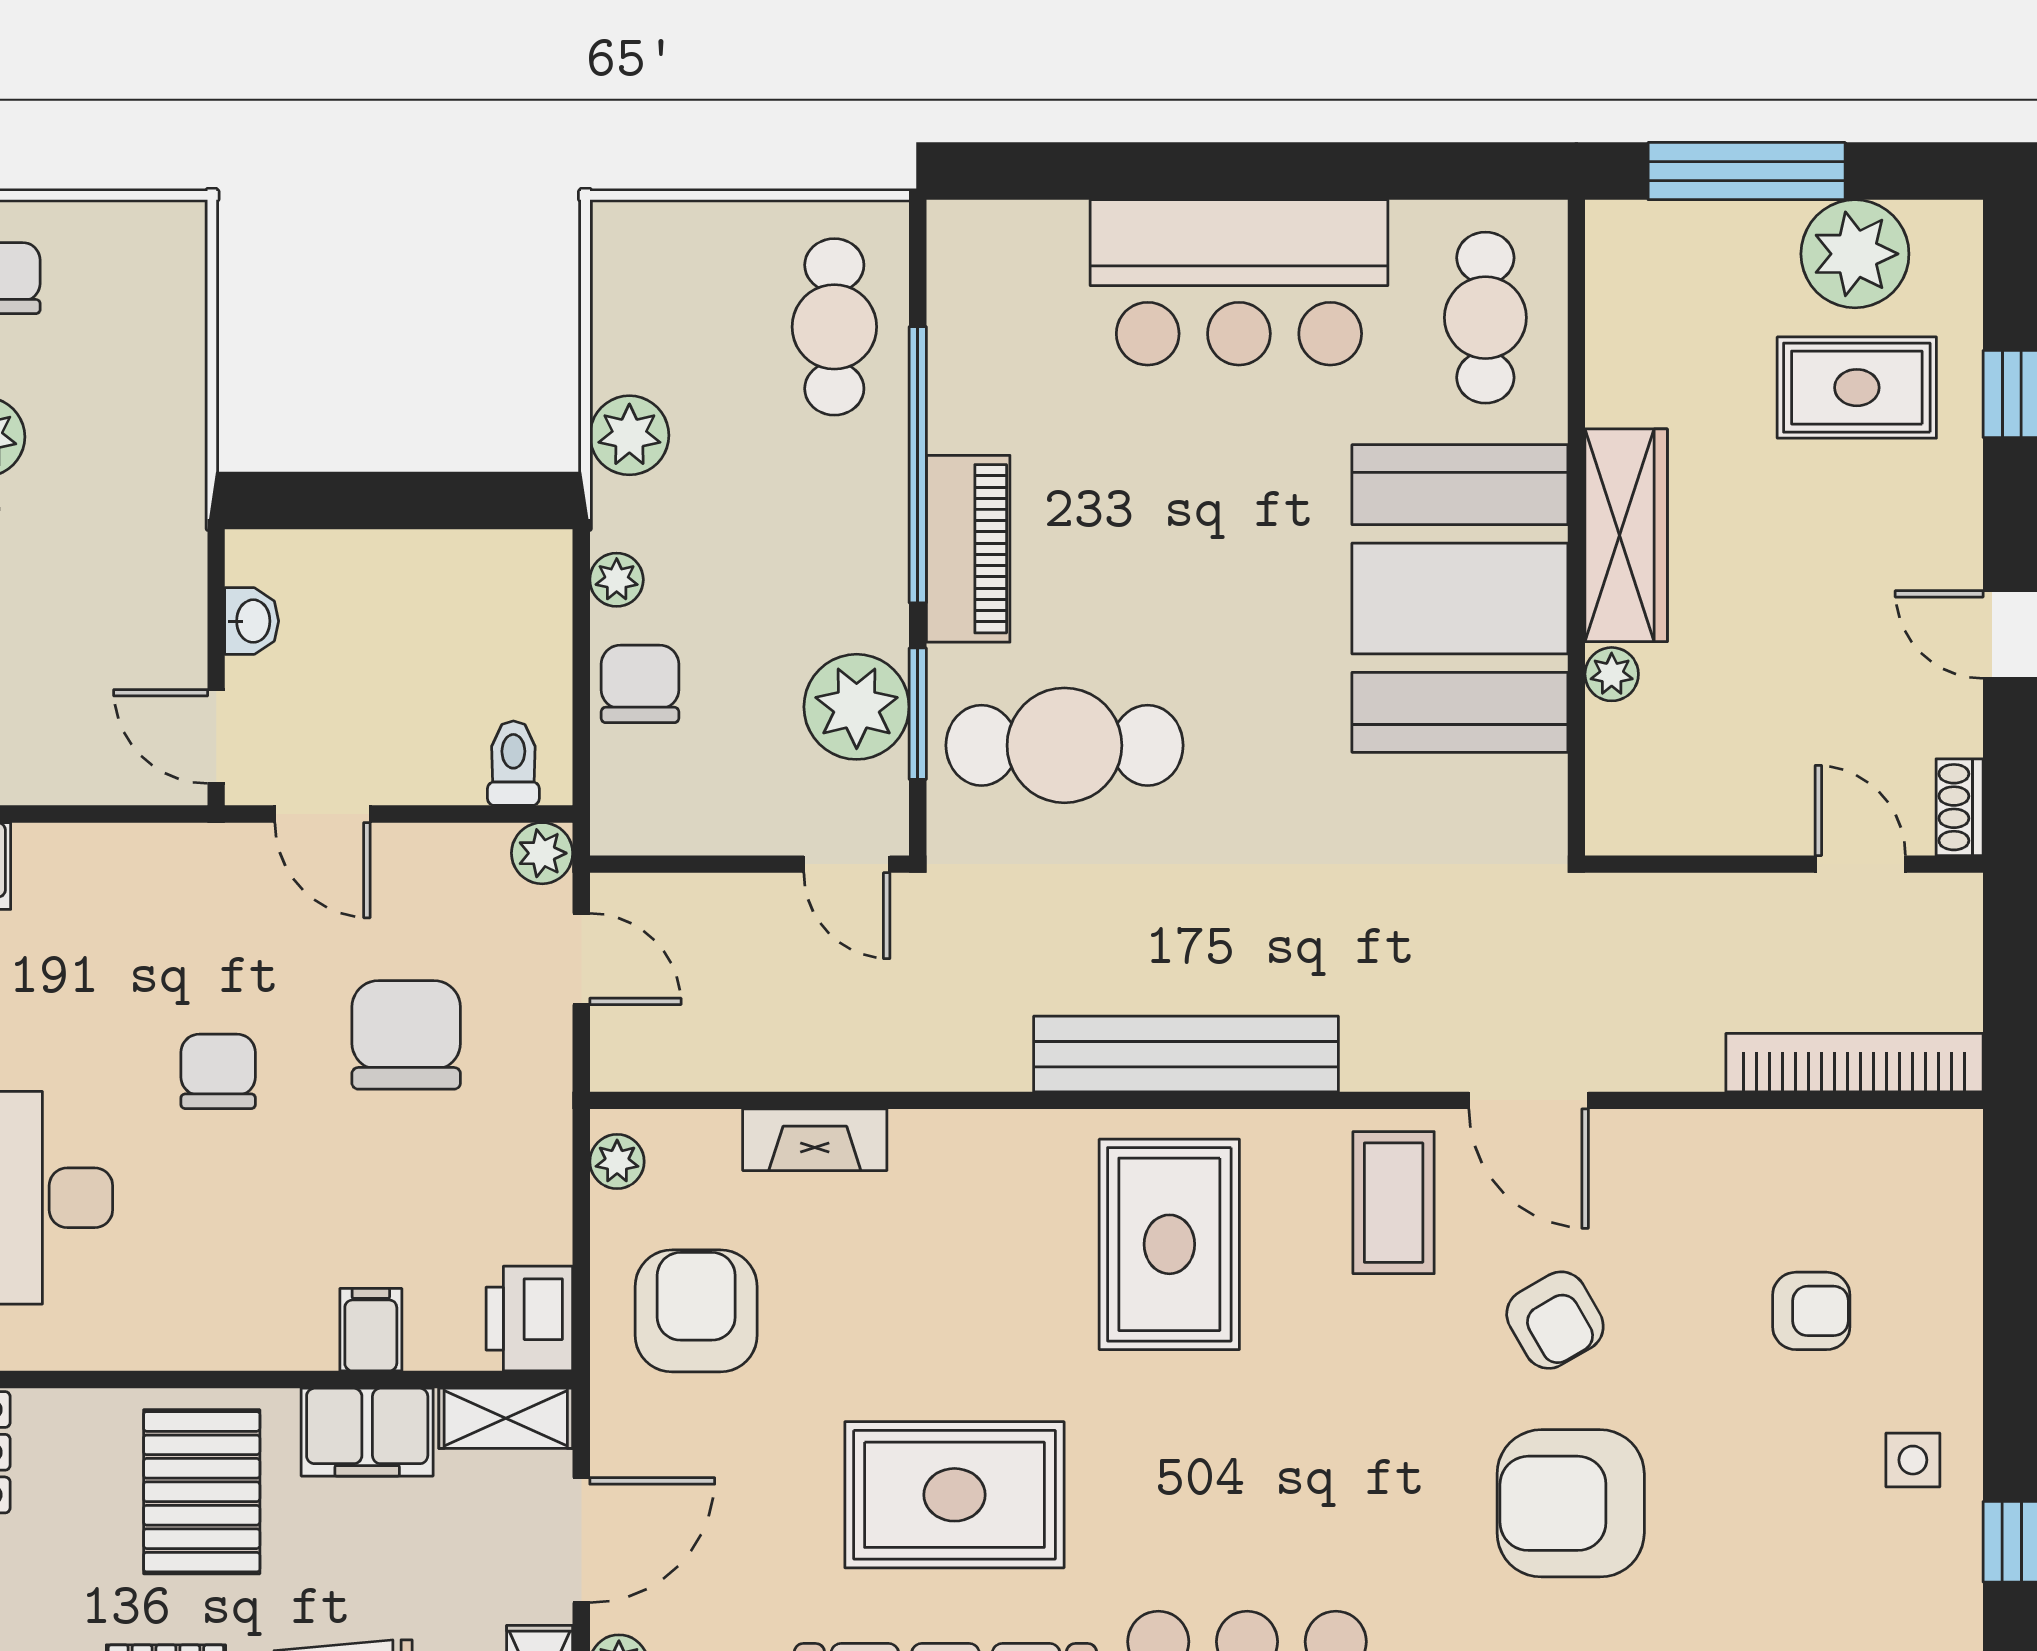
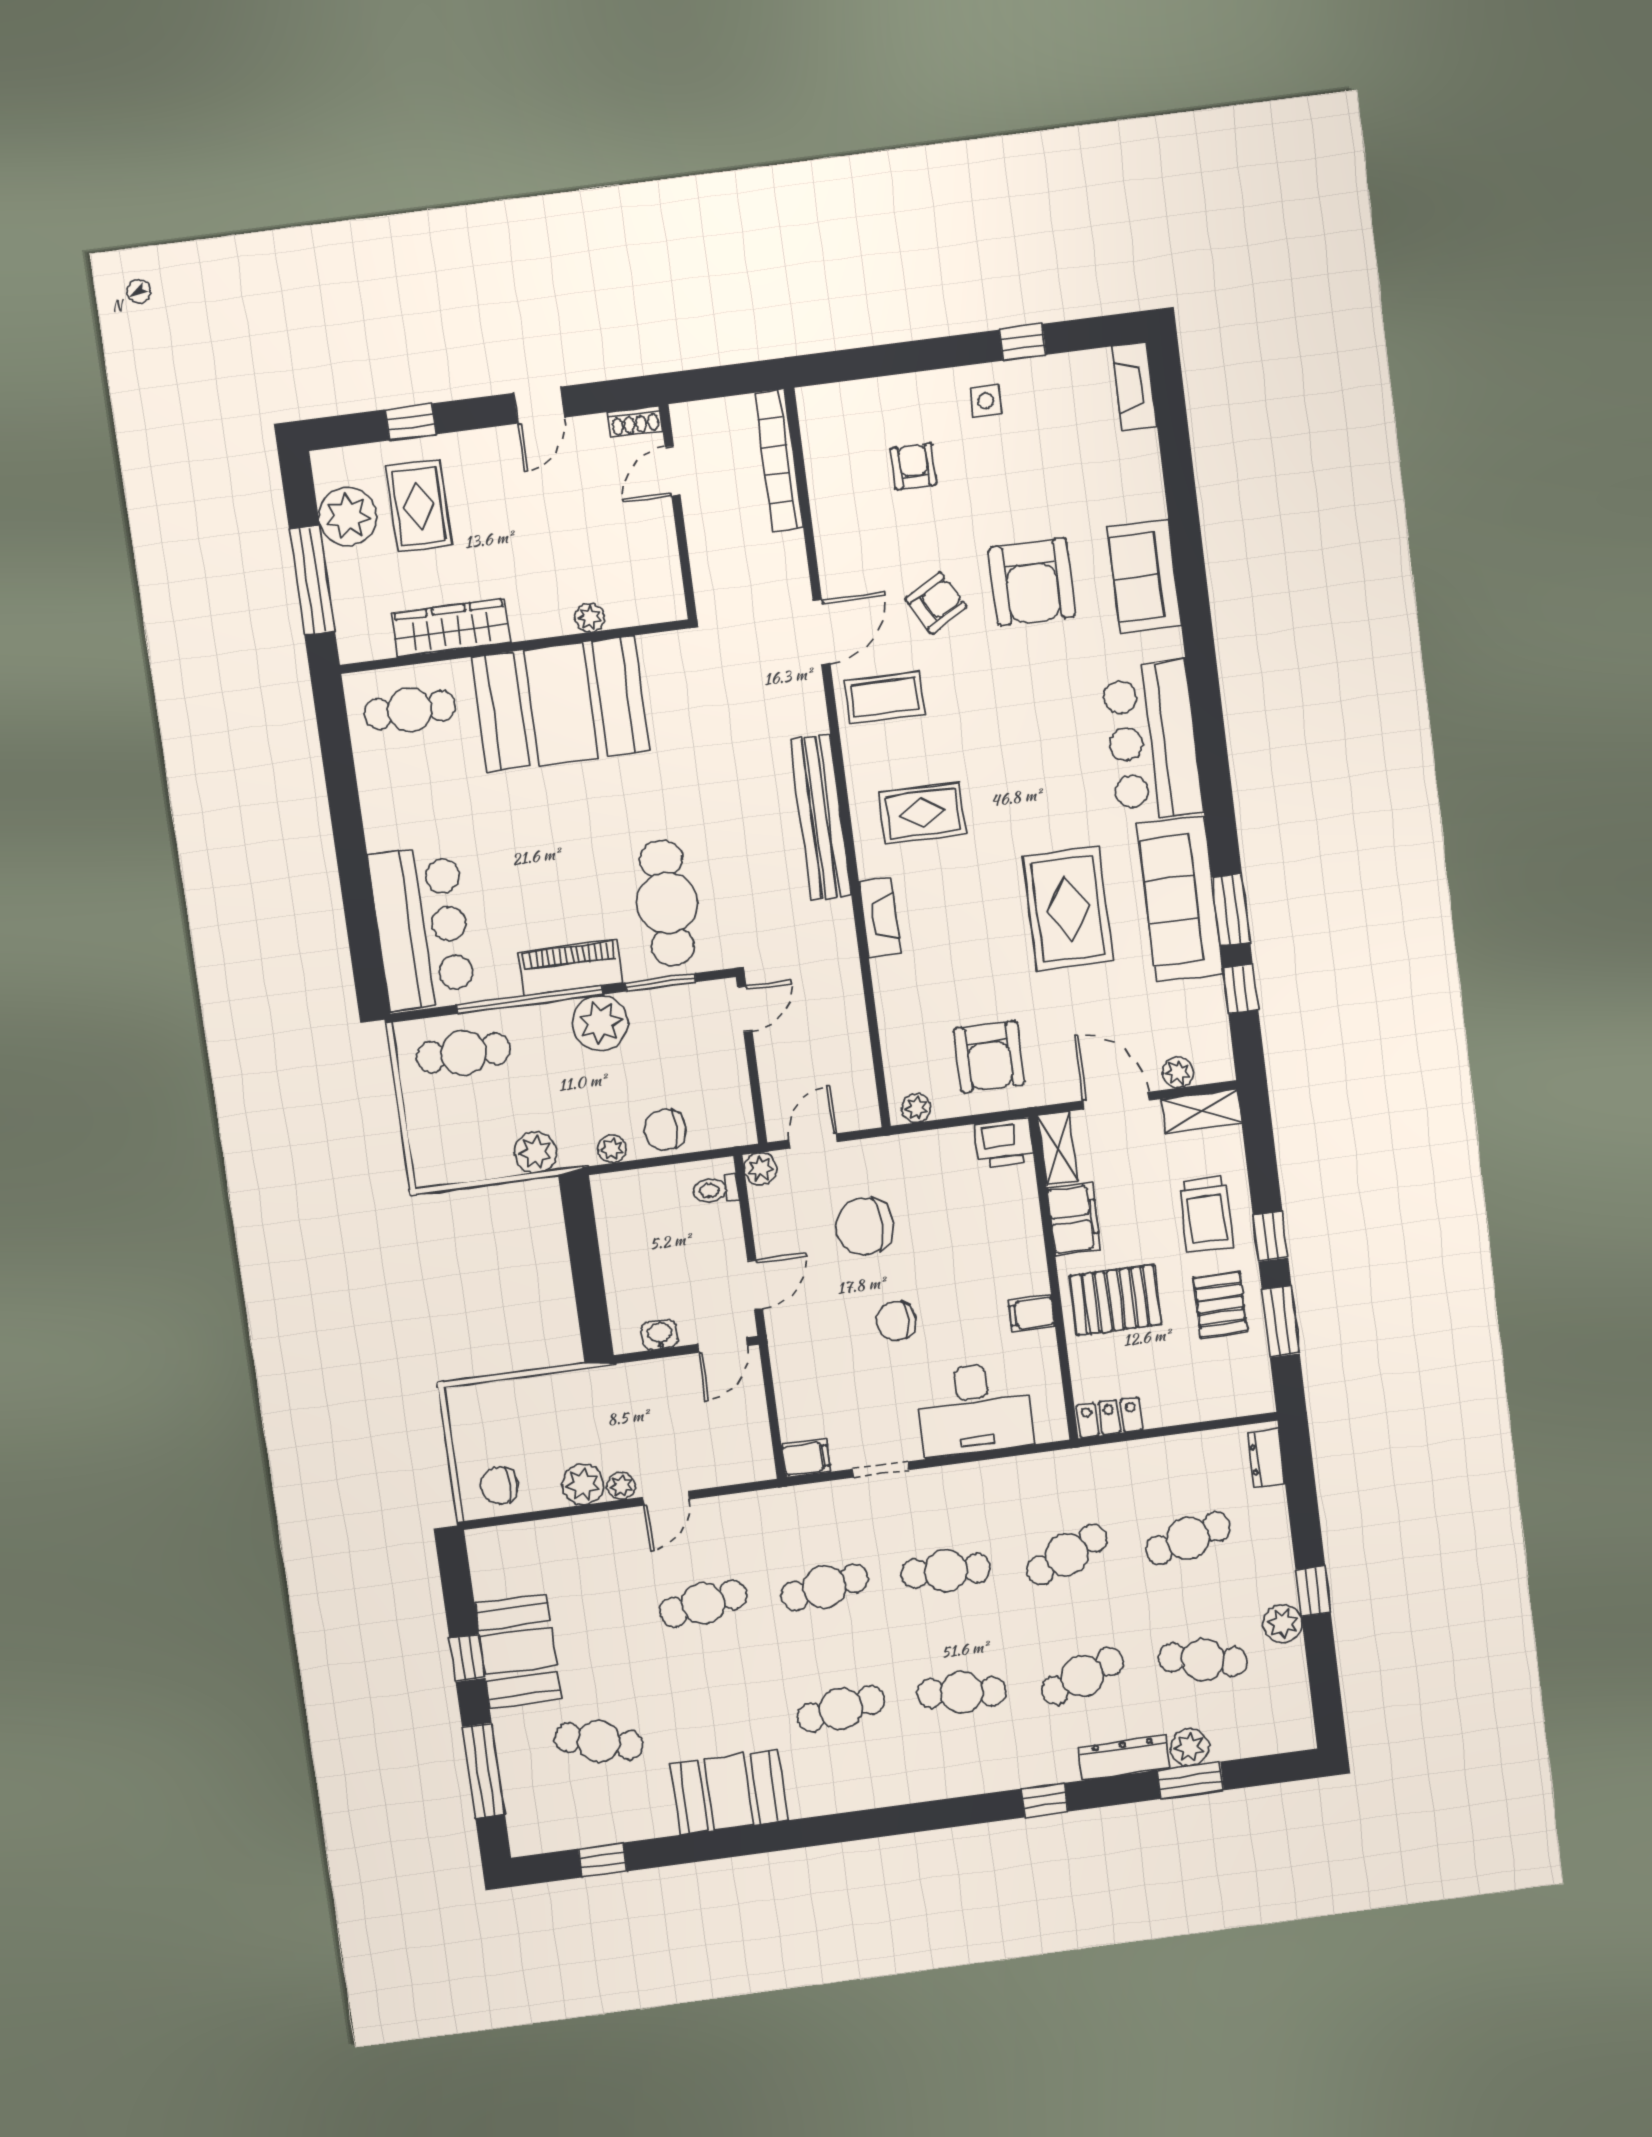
bar counter: (1239, 282) -> (422, 927), moved
wardrobe: (1626, 535) -> (451, 628), moved
plant: (857, 707) -> (600, 1023), moved
fireplace: (815, 1140) -> (880, 918), moved
rug: (1169, 1244) -> (922, 813), width x0.73, depth x0.70
armchair: (696, 1311) -> (989, 1057), turned -90
filing cabinet: (371, 1330) -> (1032, 1313), moved

